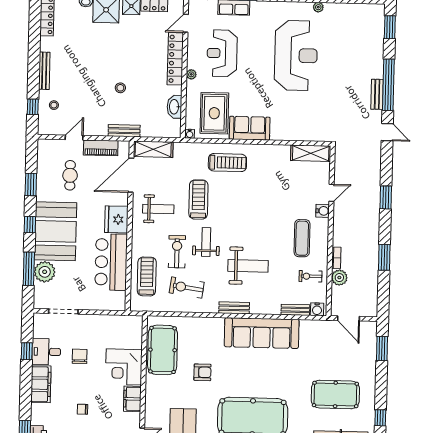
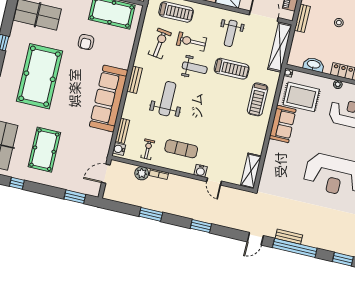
shelving: (153, 149) -> (280, 47), width x1.47
exercise bike: (177, 252) -> (192, 42), turned 180
weight bench: (248, 266) -> (167, 99), turned 180

